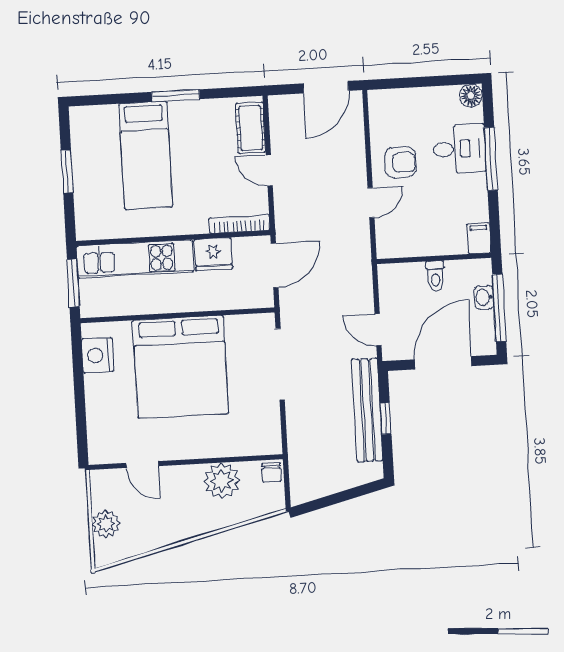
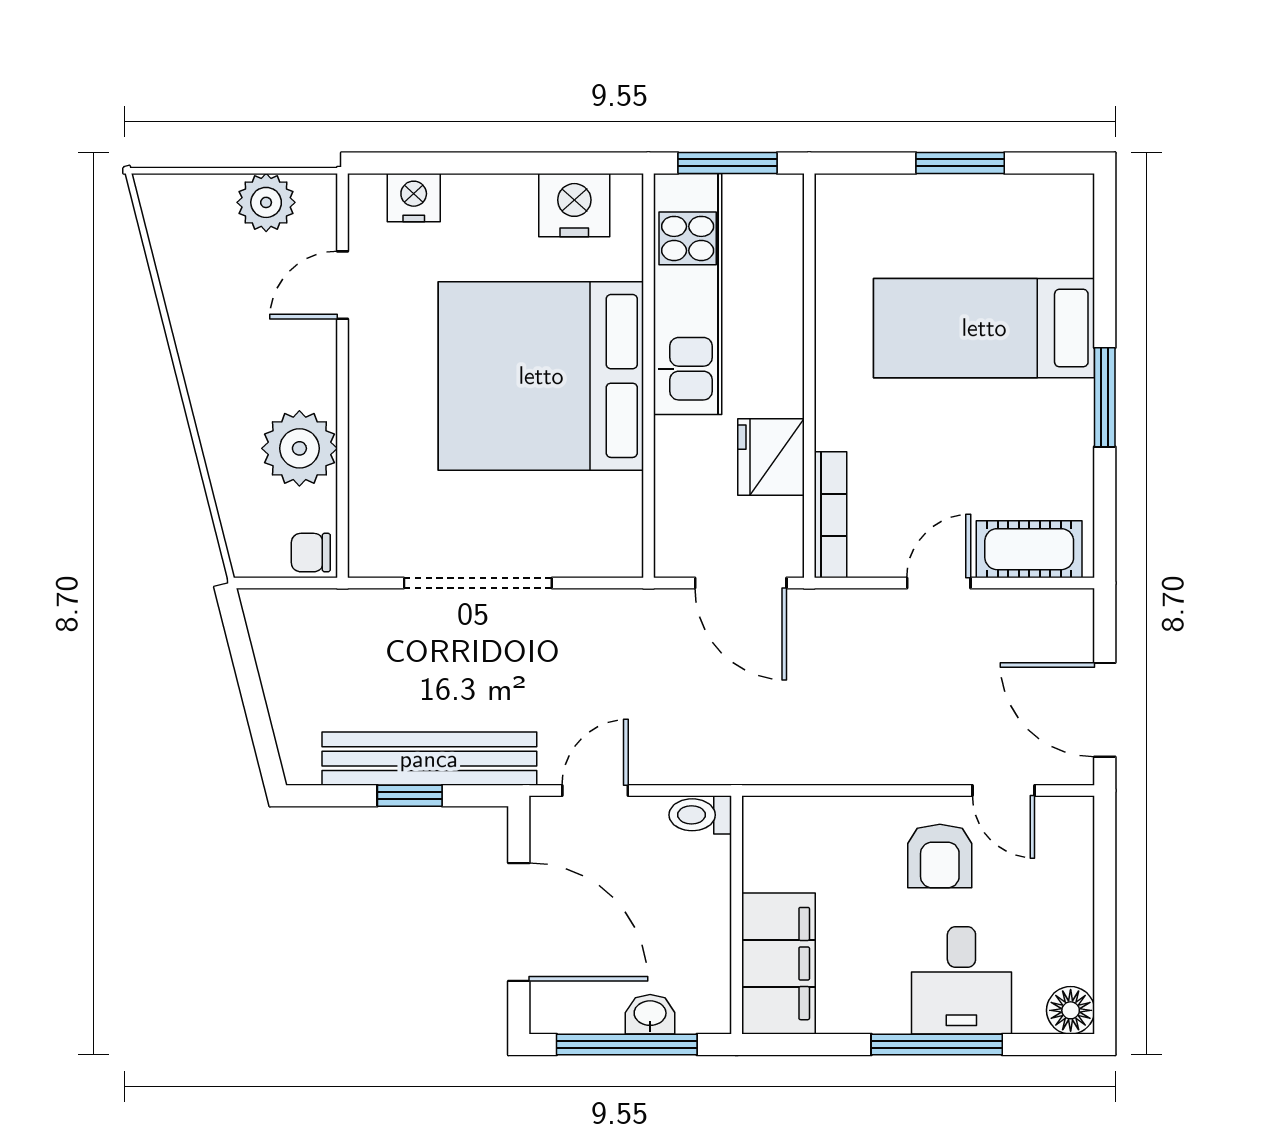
door: (371, 203) -> (1004, 790), moved
filing cabinet: (479, 238) -> (778, 964), width x3.00, depth x1.17
kitchen unit: (135, 259) -> (688, 294), moved, turned 180
toilet: (435, 276) -> (700, 815), moved
doorway: (280, 364) -> (478, 583), moved
nightstand: (98, 433) -> (414, 198), added
plant: (106, 524) -> (266, 202), moved

